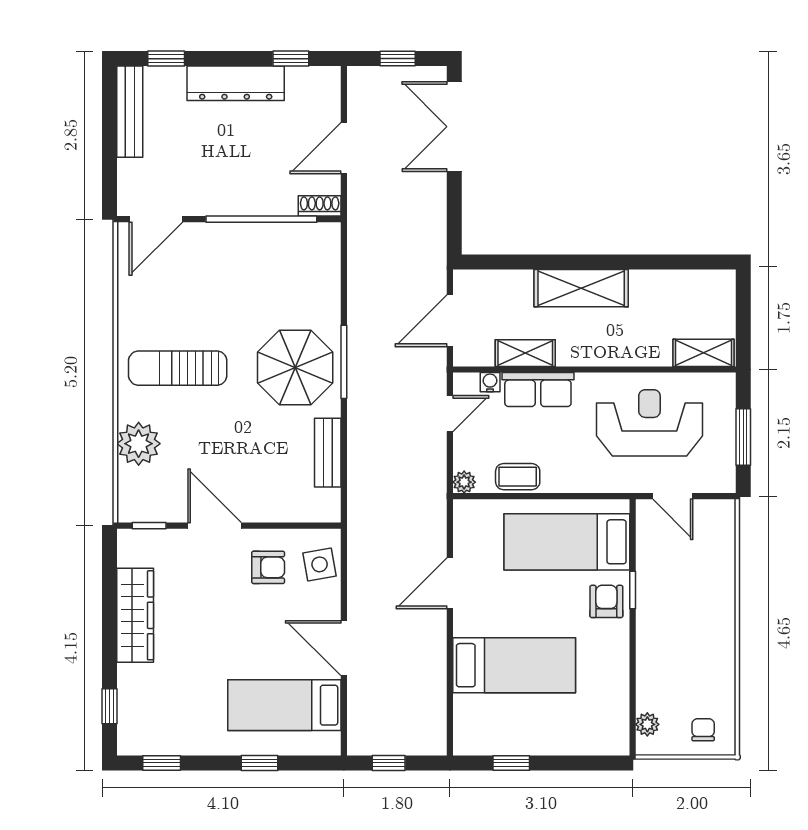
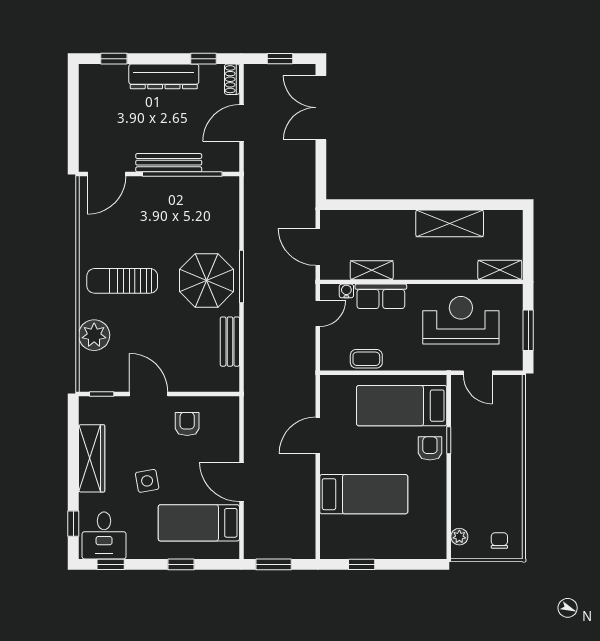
bench: (130, 112) -> (169, 163), moved, turned 90
shoe rack: (320, 206) -> (232, 79), moved, turned -90
shelving: (581, 288) -> (450, 223), moved
door: (450, 321) -> (318, 247), hinge flipped
plant: (464, 482) -> (328, 363), removed
side table: (320, 564) -> (147, 481), moved
armchair: (268, 567) -> (187, 424), turned -90
desk: (152, 723) -> (104, 535), added
window: (389, 763) -> (274, 564), width x1.50

